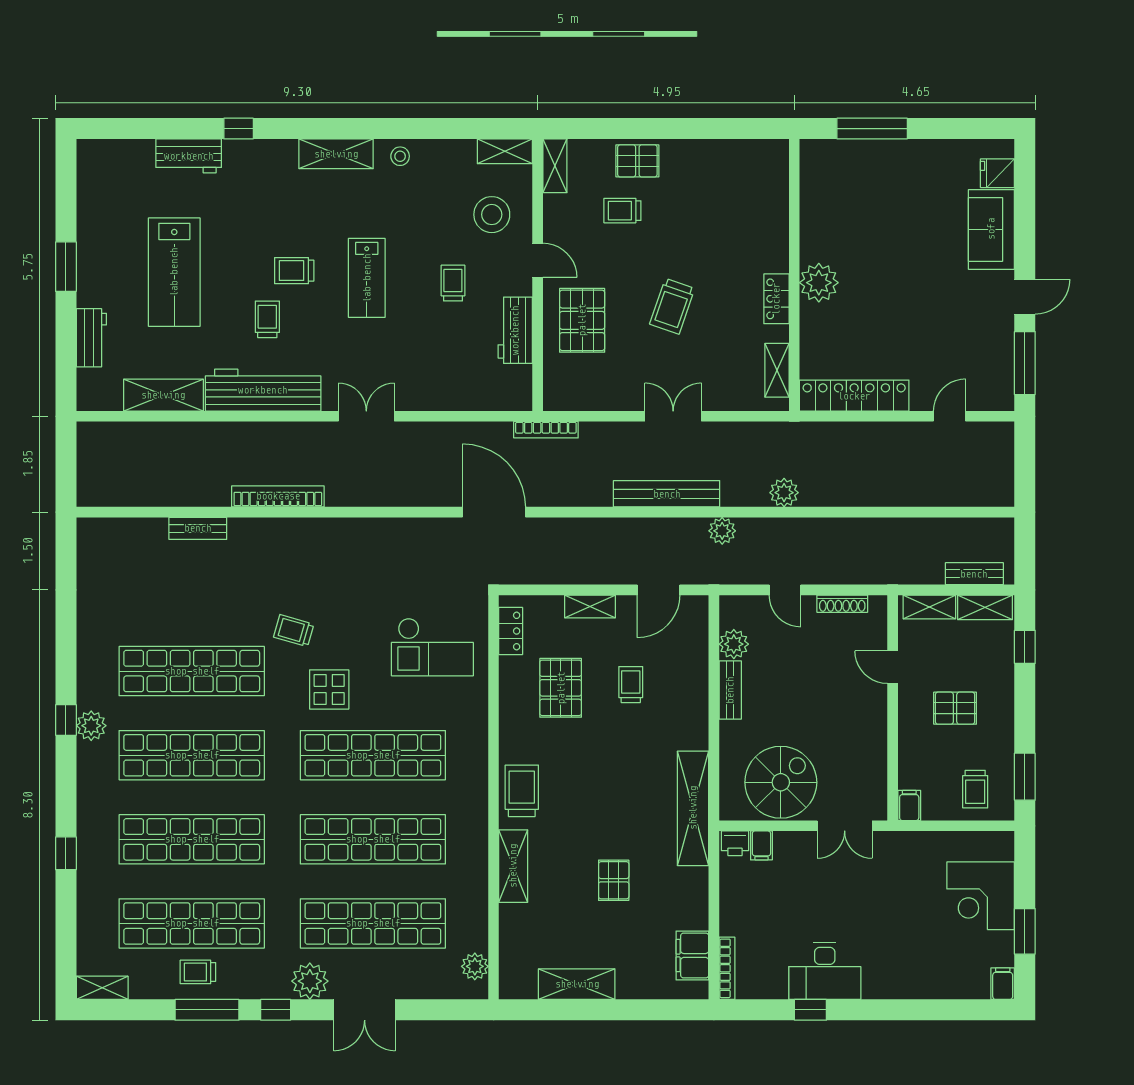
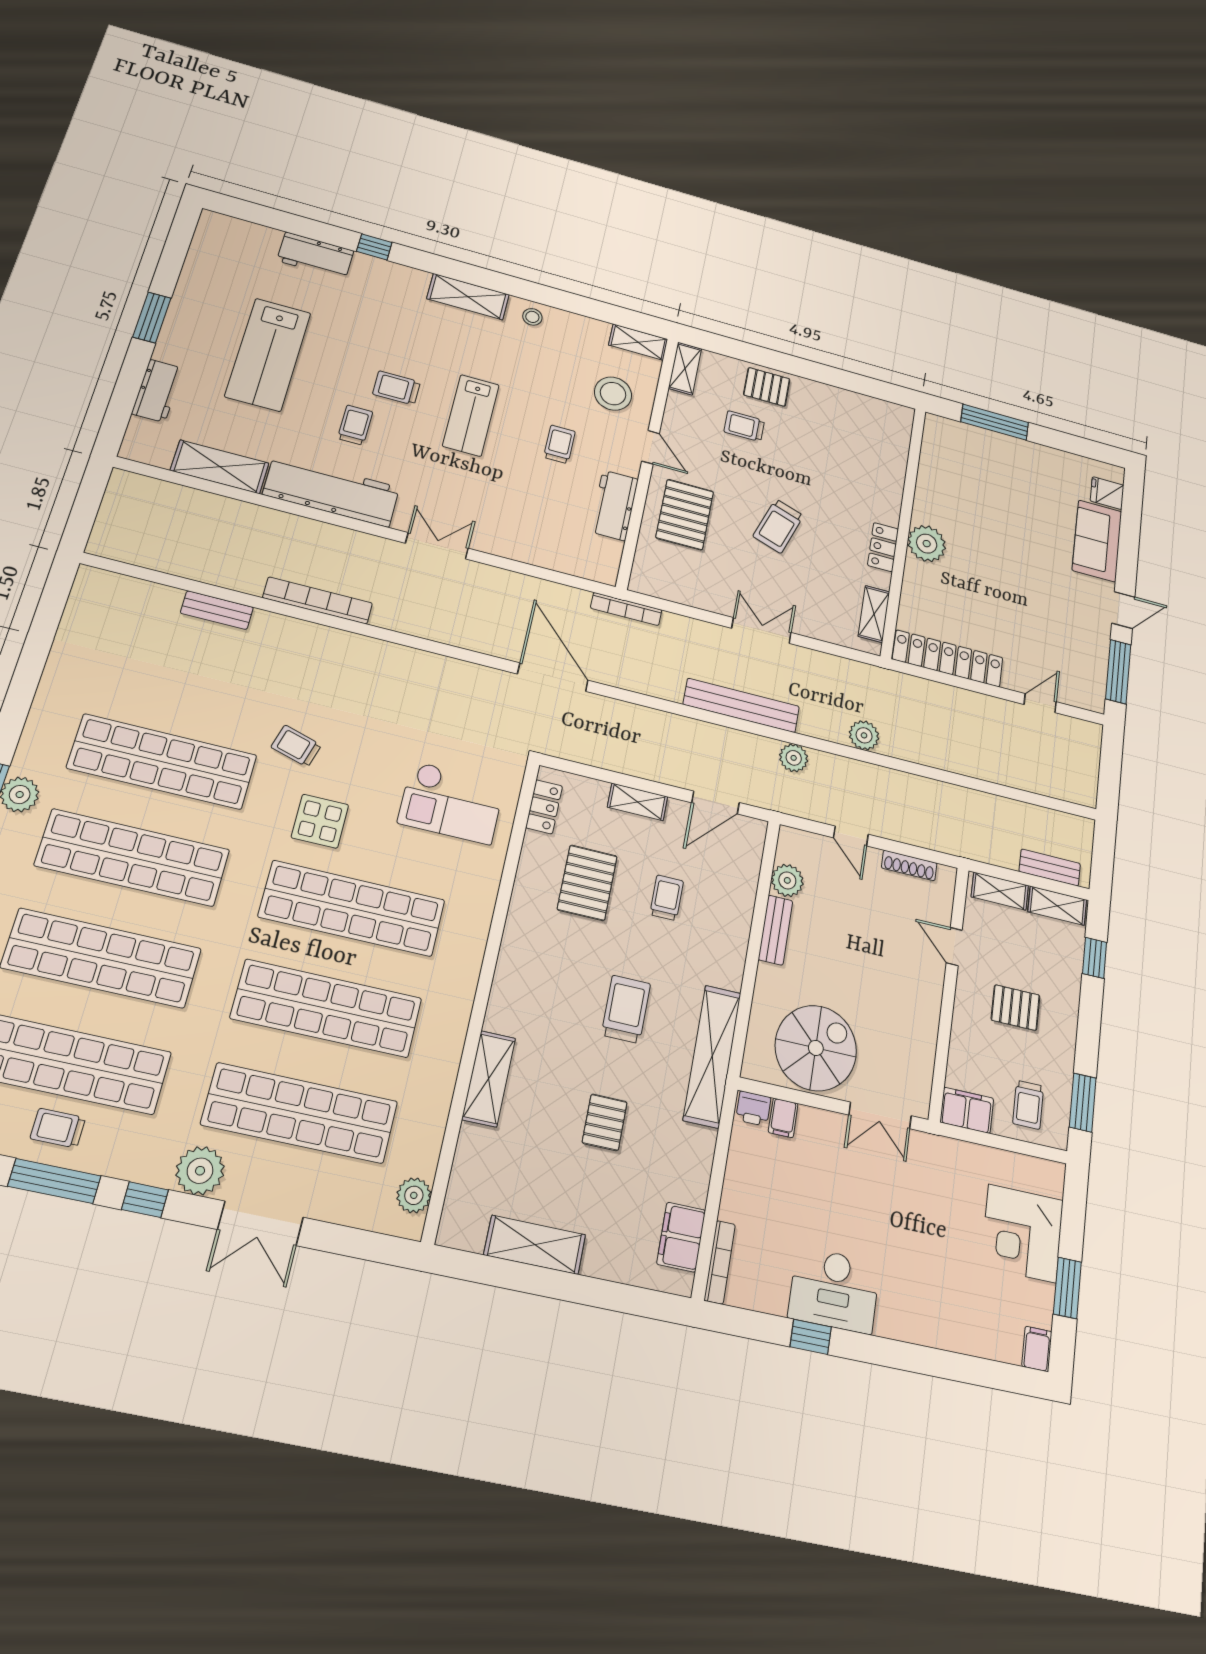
trolley: (522, 791) -> (626, 1009), moved
filing cabinet: (909, 805) -> (967, 1110), width x2.00

